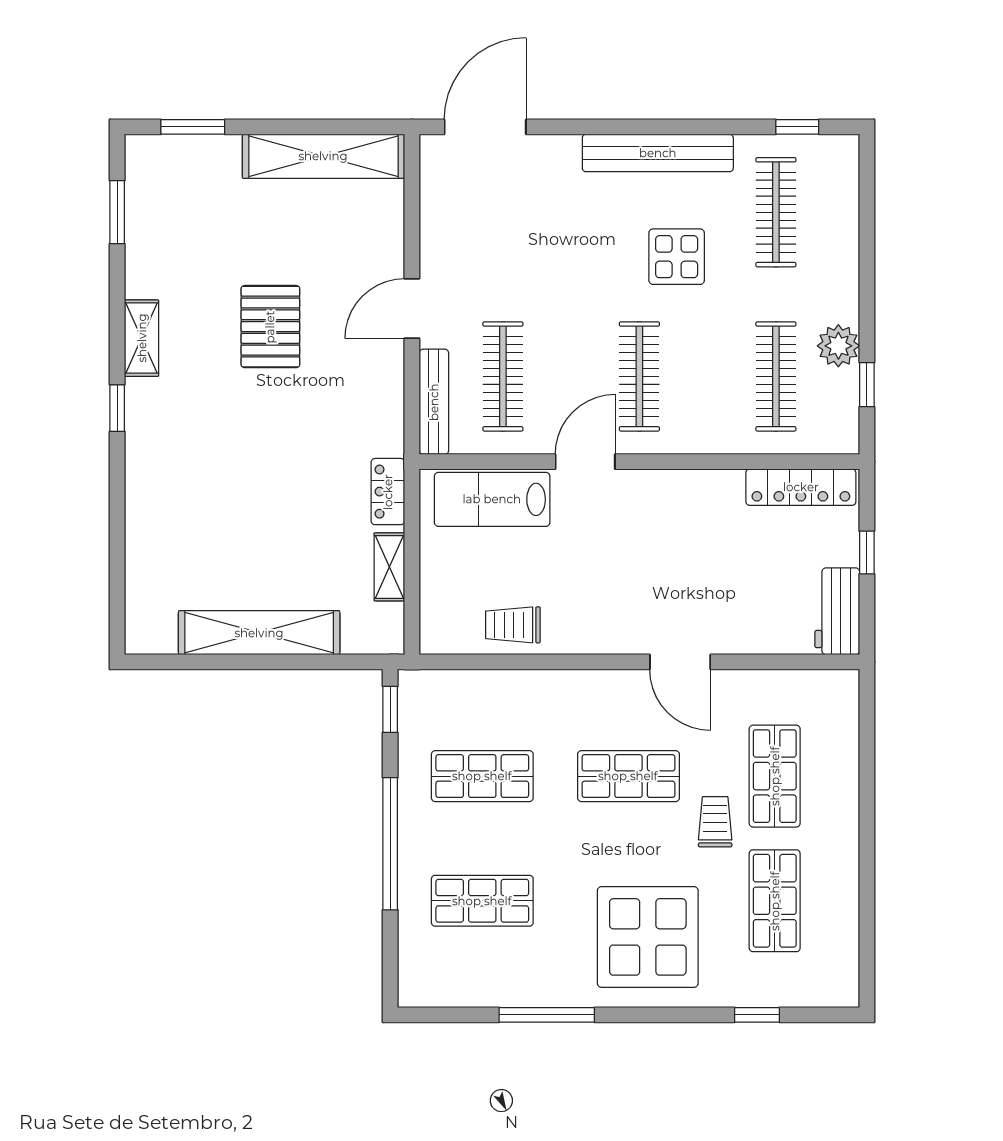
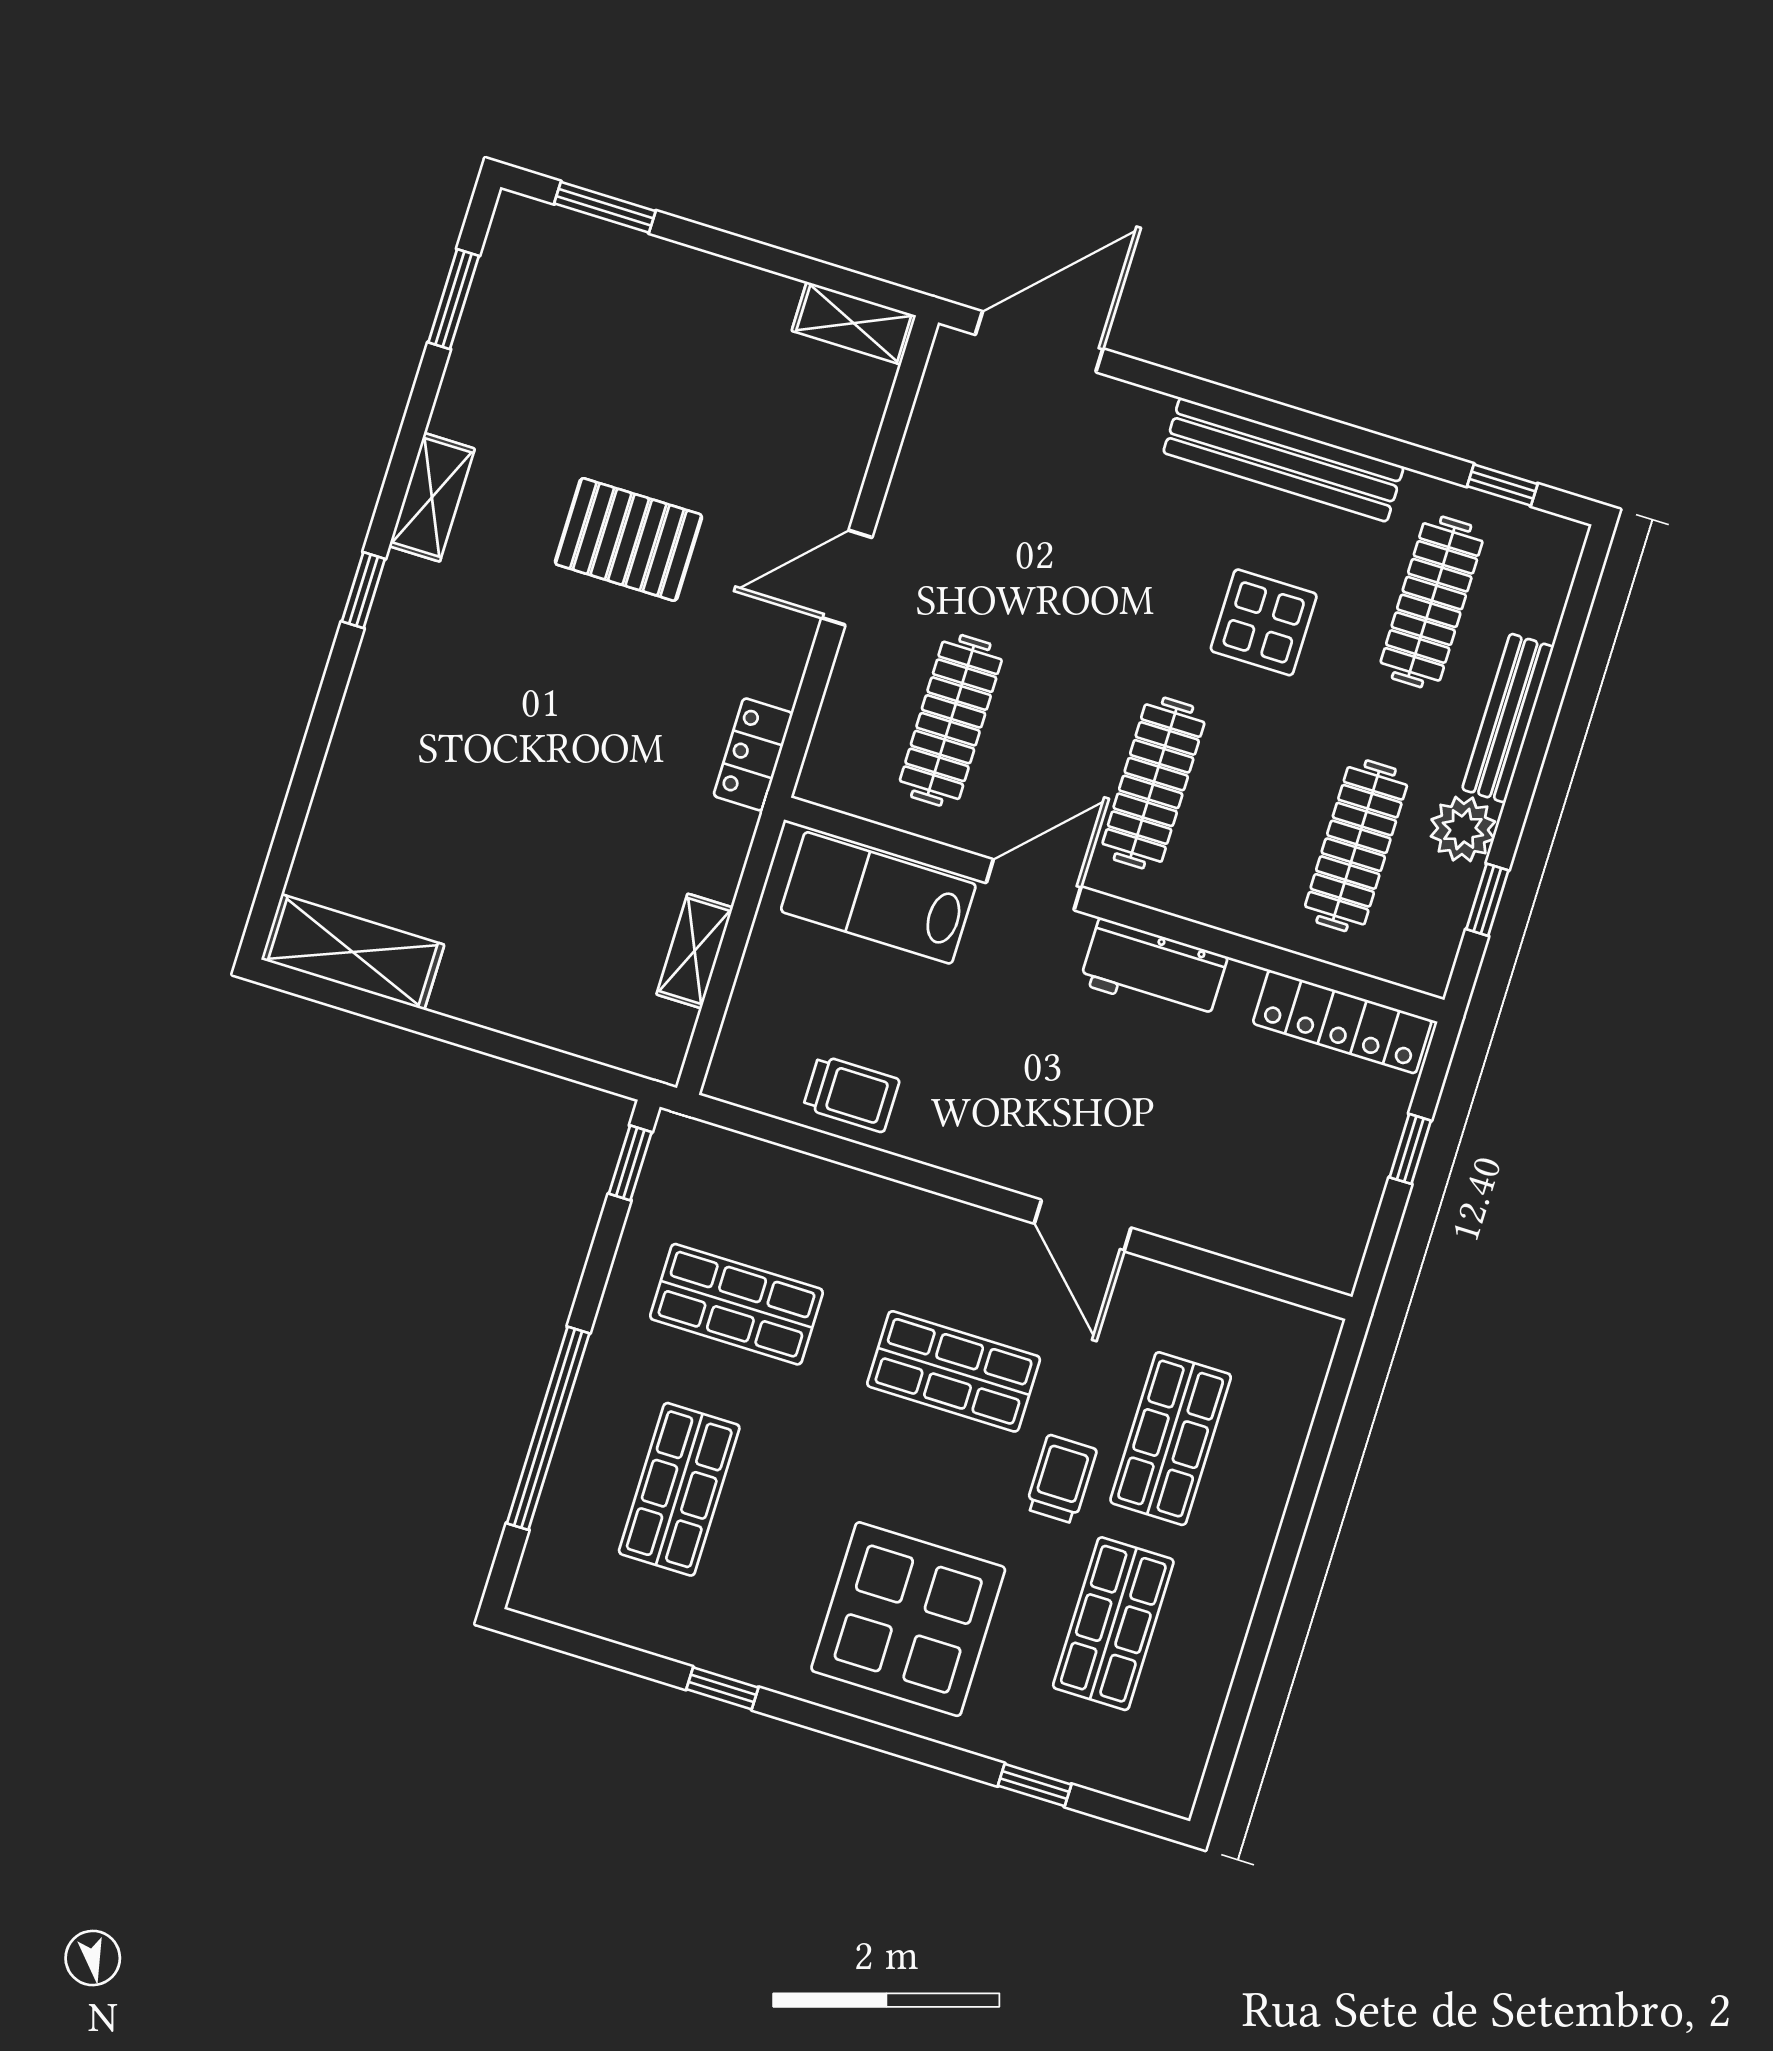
shelving: (323, 156) -> (854, 323), width x0.45, depth x0.75
pallet: (270, 327) -> (628, 539), turned 90
bench: (434, 402) -> (1508, 718), moved
locker: (388, 492) -> (753, 754), moved
workbench: (837, 611) -> (1153, 970), moved, turned -90
trolley: (513, 625) -> (851, 1094), turned 180
shelving: (259, 633) -> (353, 952), moved, width x0.68
window: (390, 844) -> (548, 1428), moved
shop shelf: (482, 901) -> (679, 1489), turned 90
window: (547, 1015) -> (722, 1688), width x0.46

